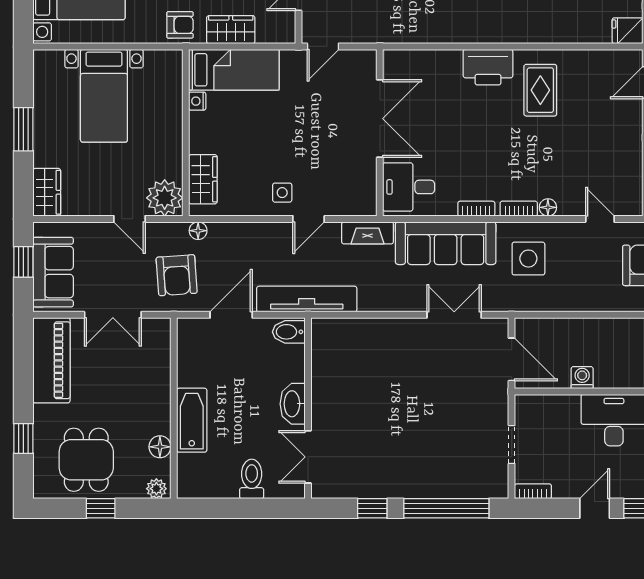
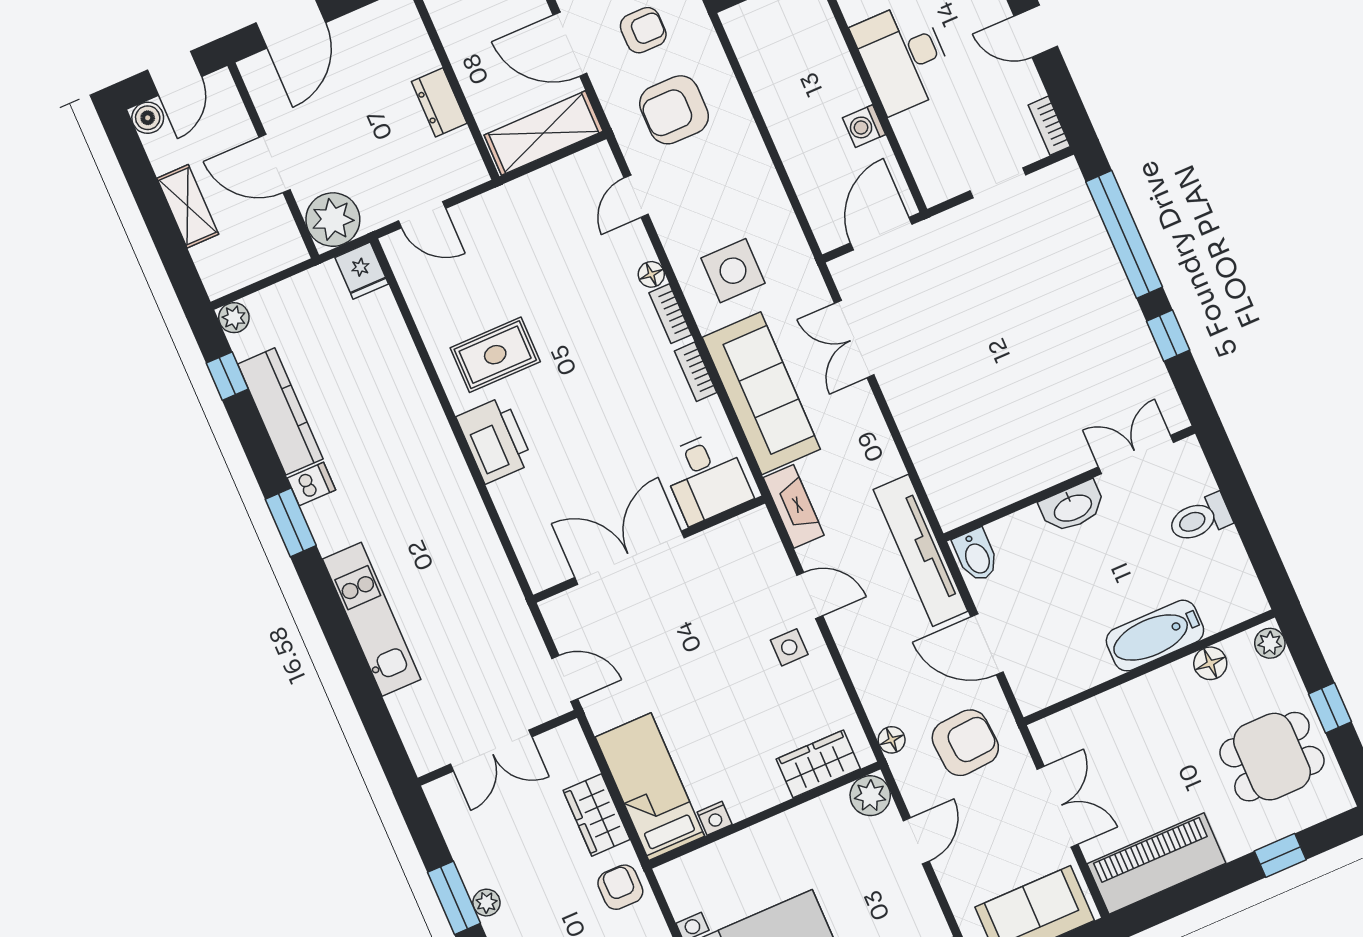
plant: (165, 198) -> (870, 796), width x0.73, depth x0.73
double door: (308, 457) -> (1136, 455), swing flipped

